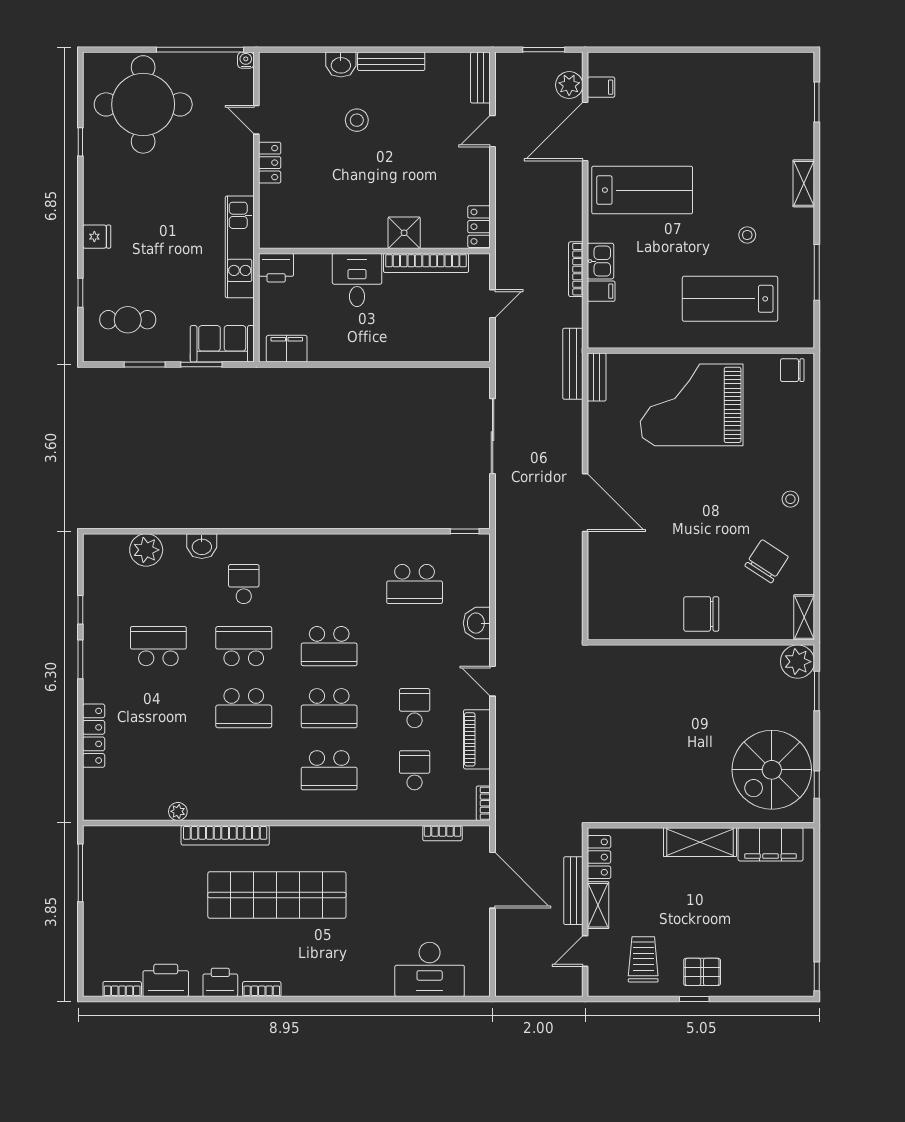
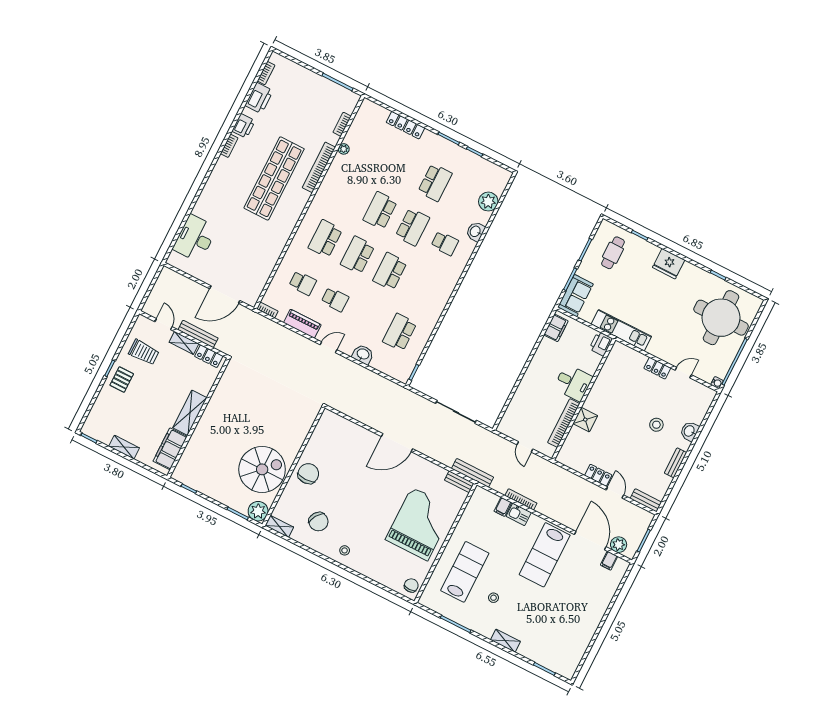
bench: (391, 61) -> (676, 463), width x0.73
locker: (479, 227) -> (598, 475), moved
fridge: (97, 237) -> (669, 264), width x1.88, depth x1.34
spiral stairs: (772, 770) -> (262, 469), moved, turned 90
bookcase: (442, 833) -> (342, 124), moved
shelving: (803, 916) -> (124, 447), added

